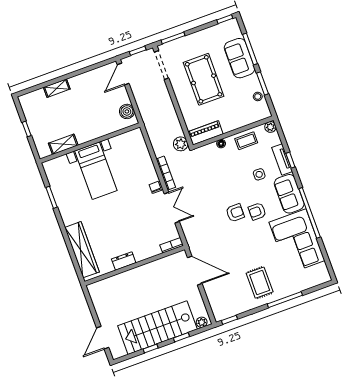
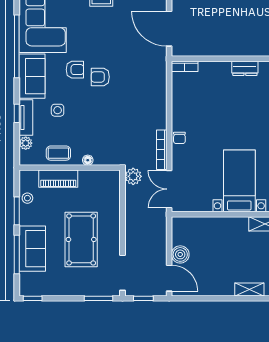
door: (123, 74) -> (169, 278), hinge flipped
boiler: (127, 111) -> (180, 254), moved
plant: (270, 127) -> (26, 143), moved
piano: (206, 133) -> (58, 179), moved
double door: (172, 208) -> (169, 189), moved

